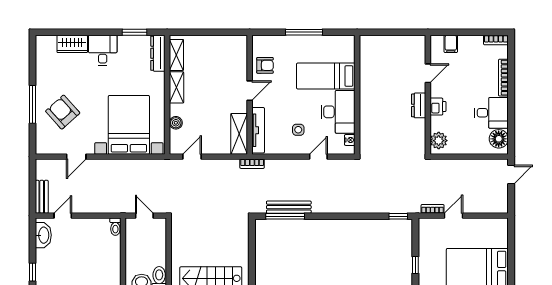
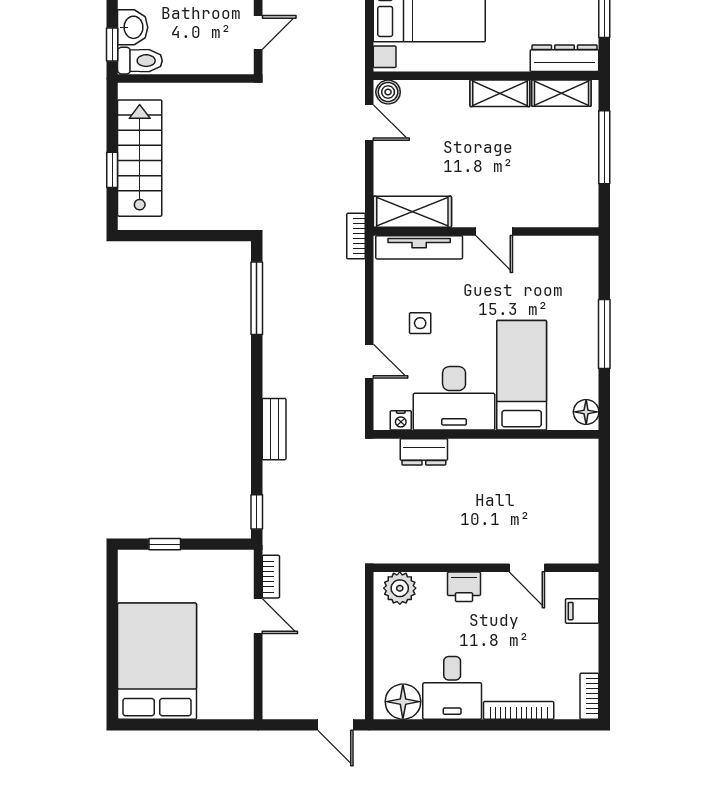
window: (205, 32) -> (604, 147), added
floor lamp: (345, 42) -> (586, 412), added
armchair: (265, 65) -> (542, 260), removed
dresser: (419, 105) -> (424, 452), moved, turned 180
boiler: (176, 123) -> (388, 92), moved
bench: (289, 207) -> (274, 429), moved, width x0.73

